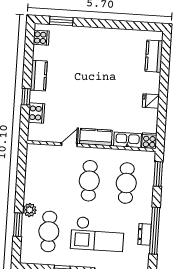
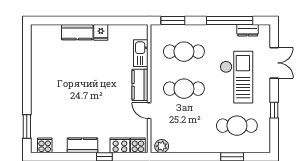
kitchen counter: (154, 56) -> (77, 32), moved
cooker: (149, 141) -> (138, 145), moved, turned 90
plant: (30, 210) -> (162, 146), moved
dresser: (145, 234) -> (248, 30), moved

